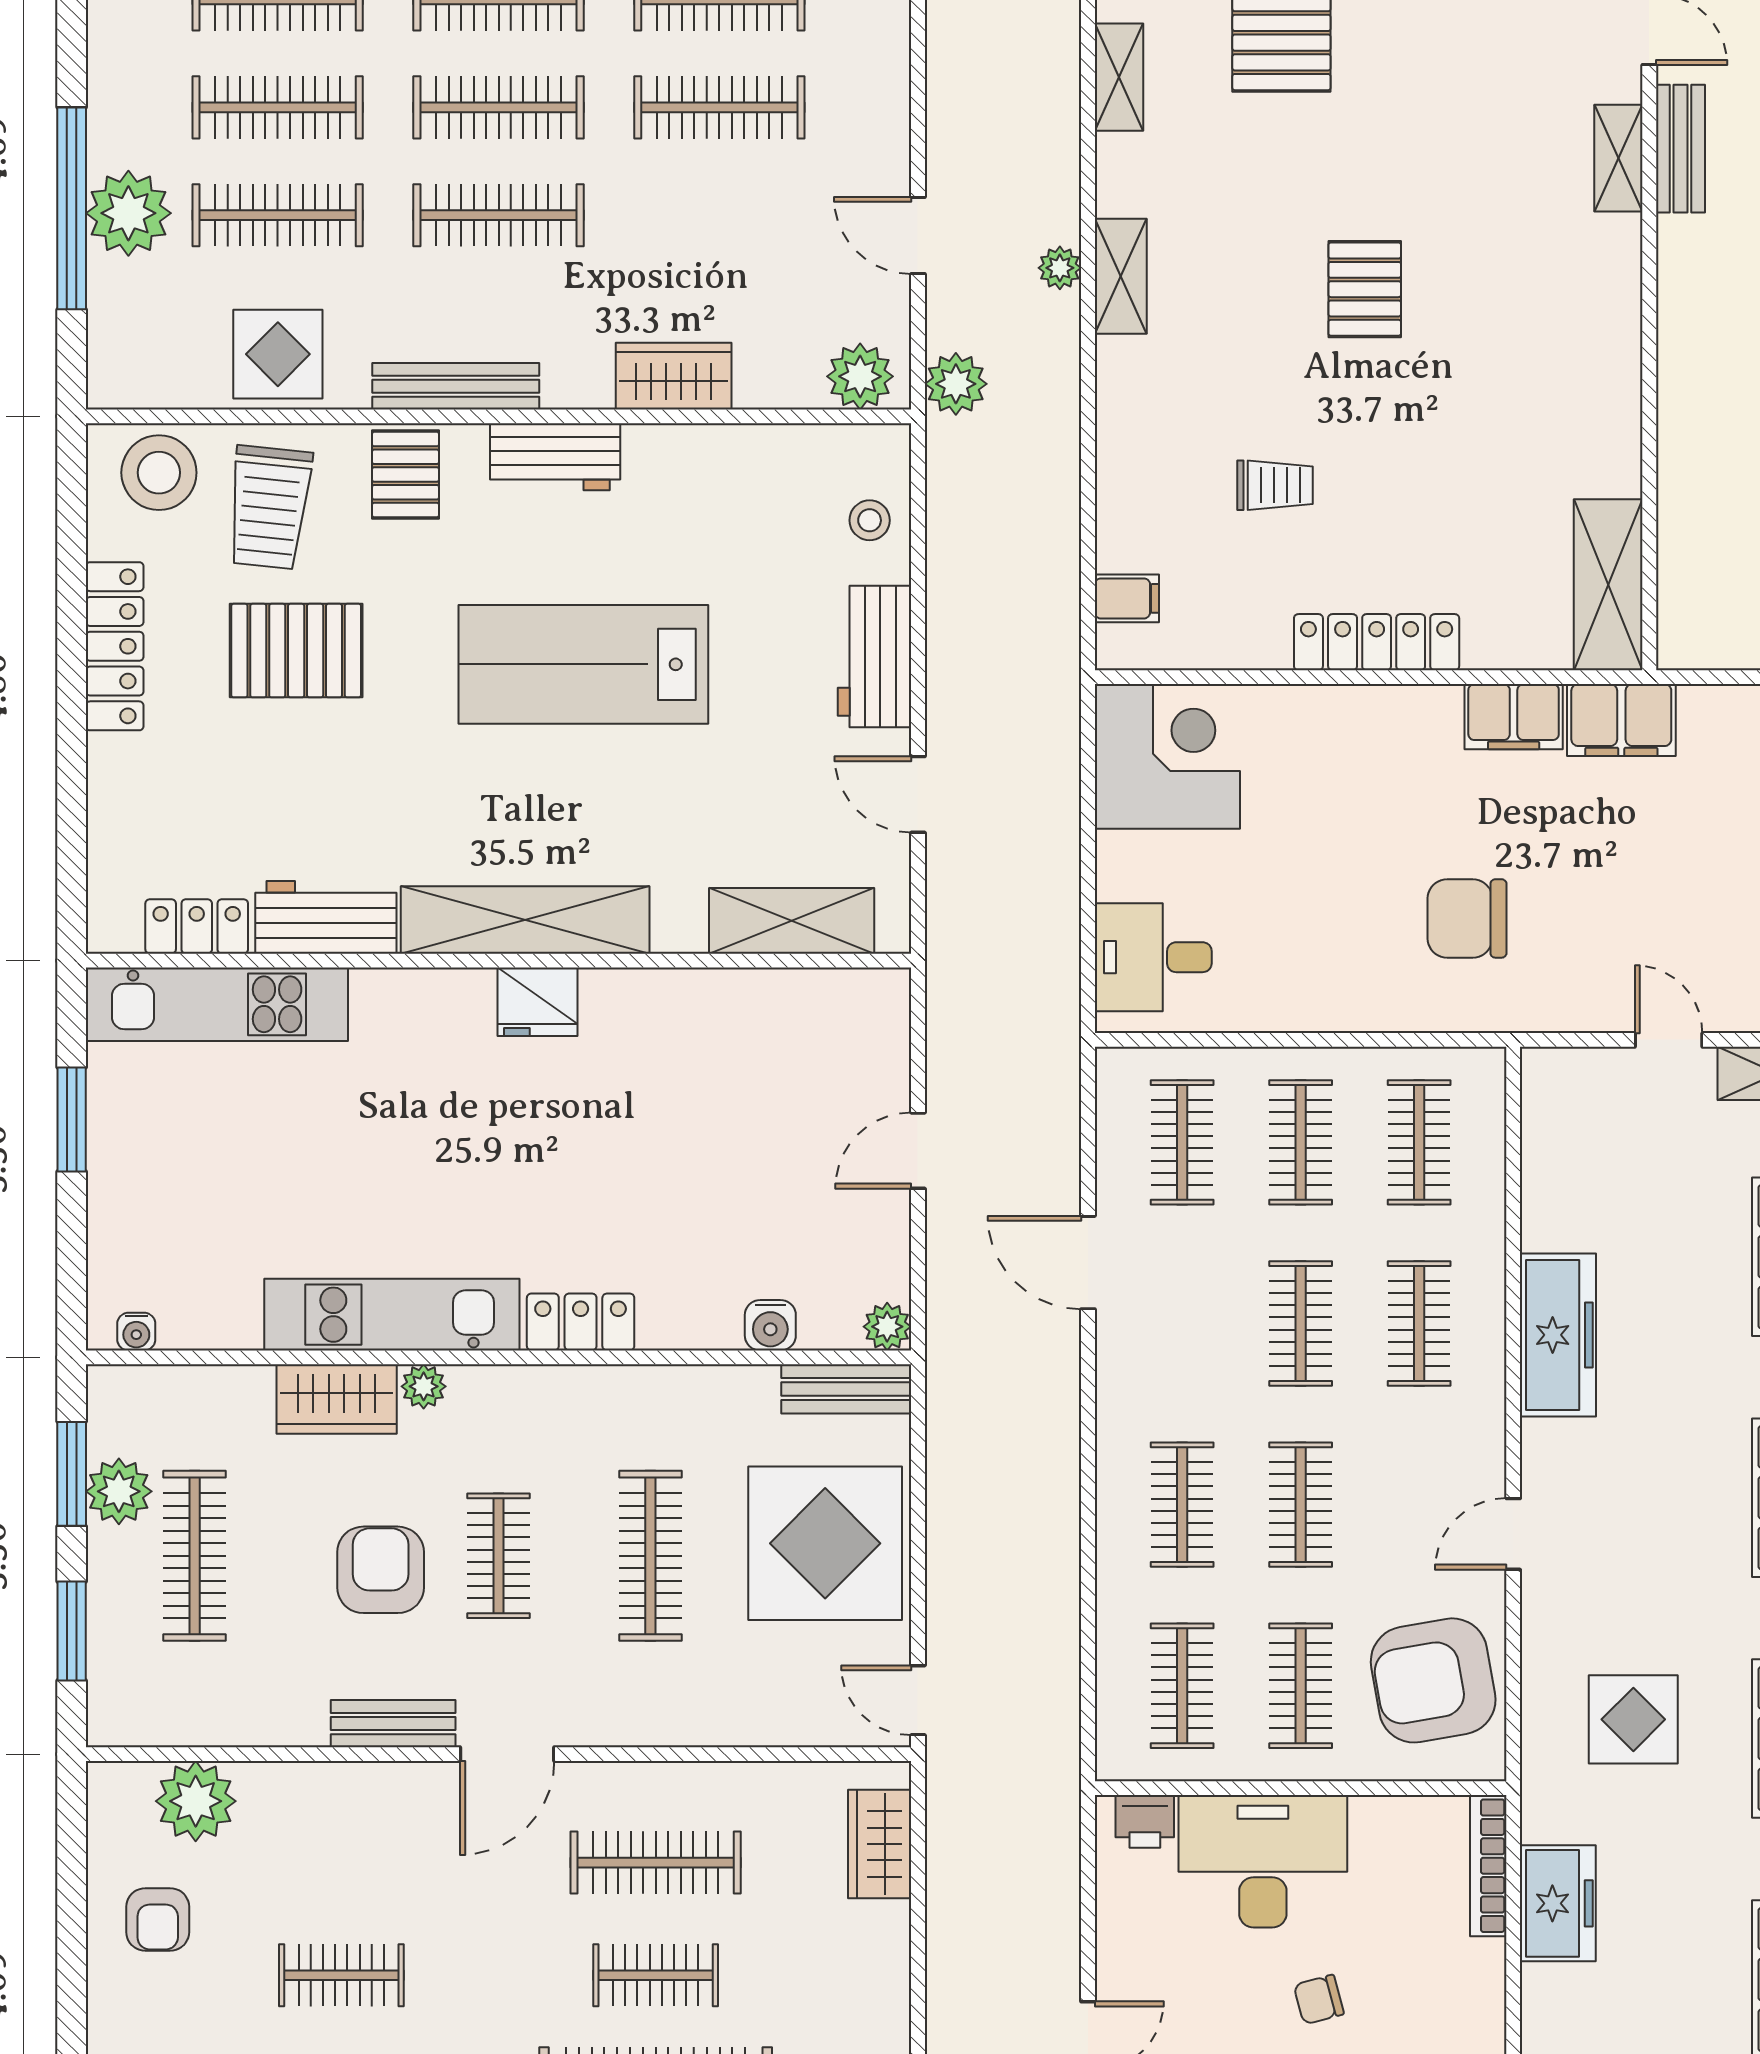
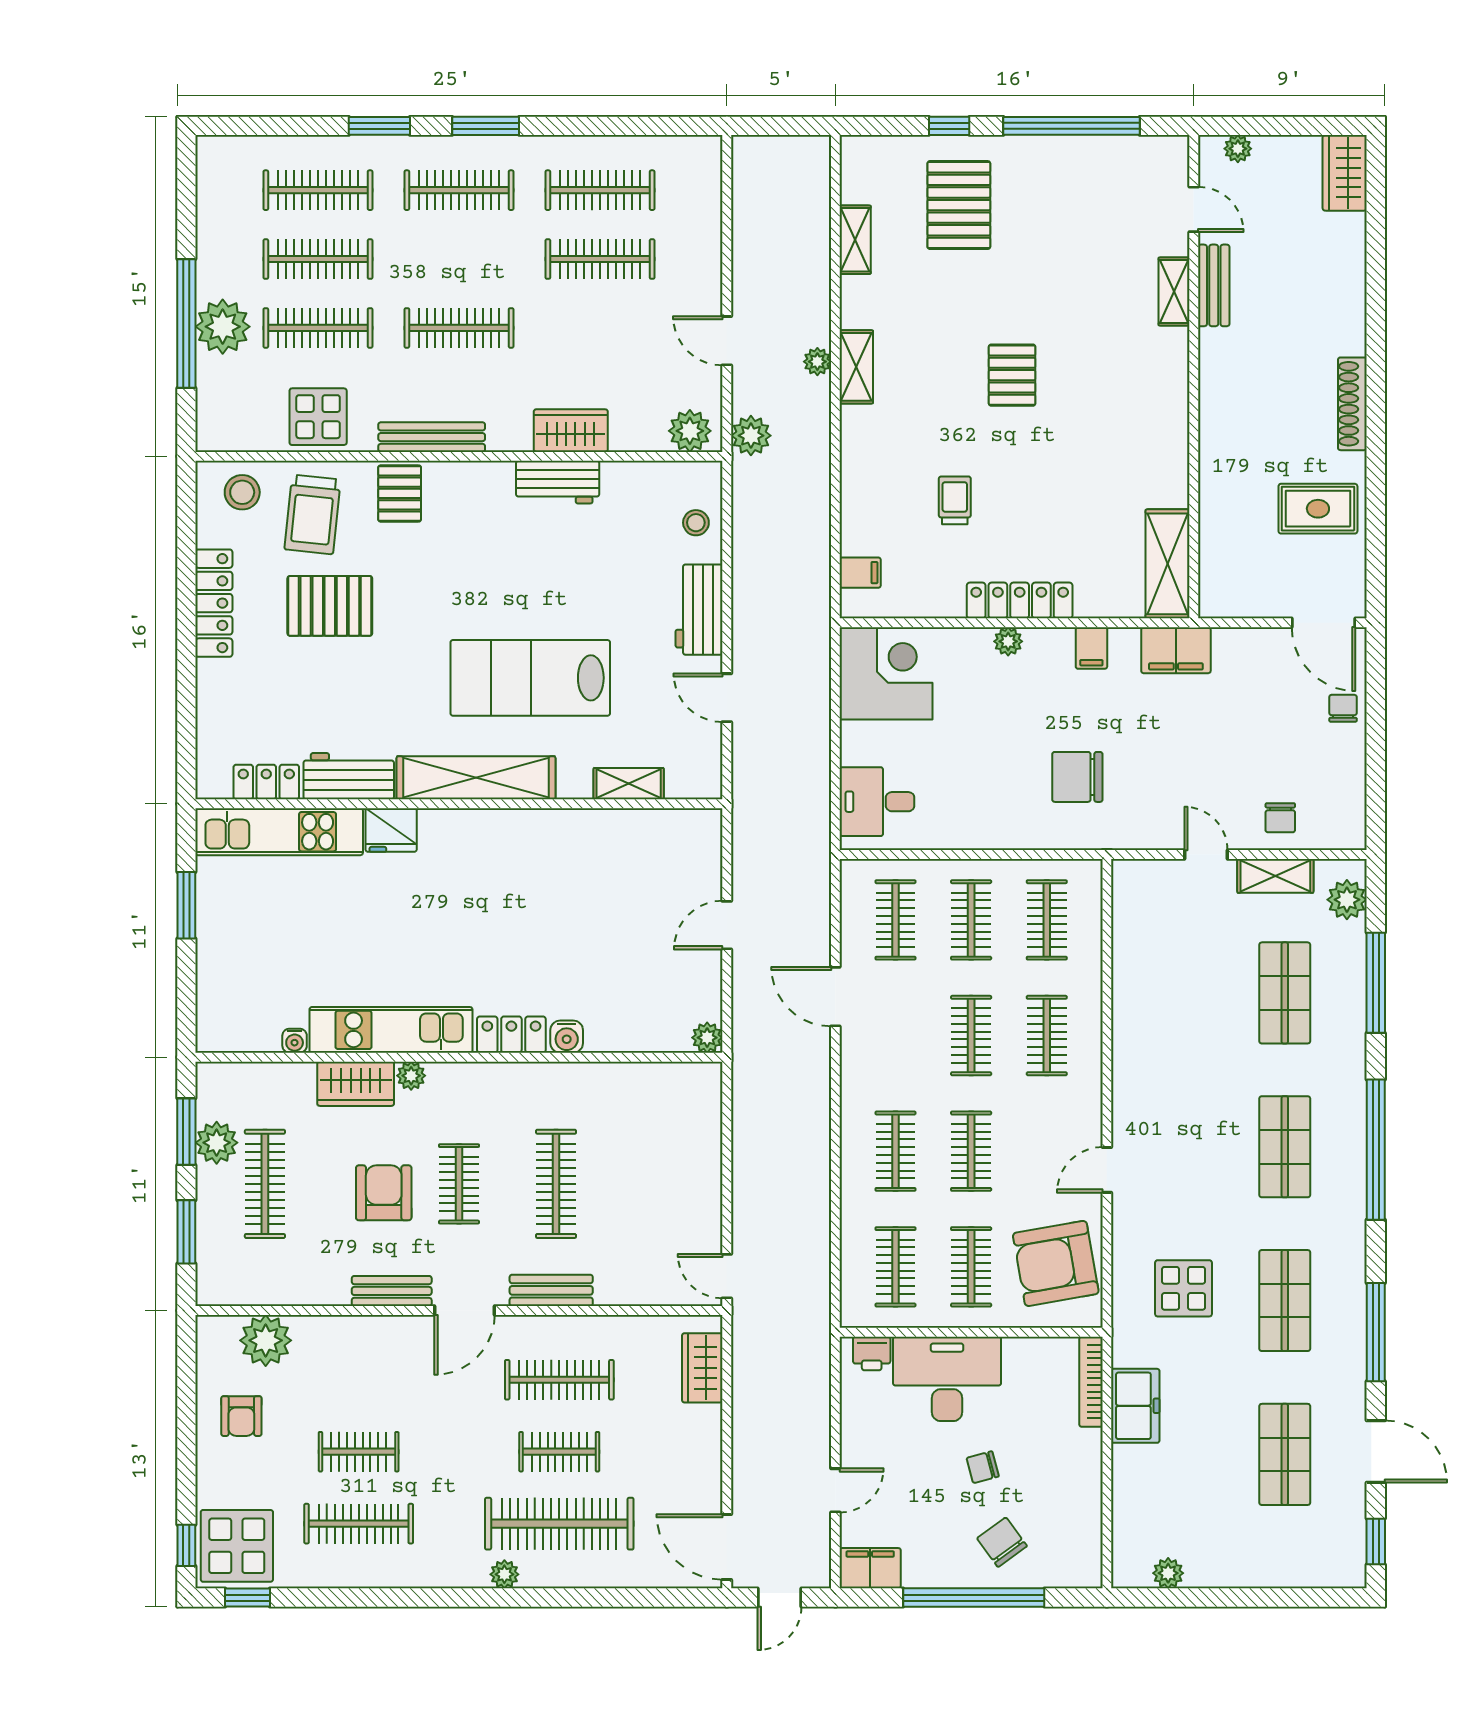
clothes rail: (499, 107) -> (459, 259), removed
workbench: (555, 457) -> (558, 482), moved
stool: (159, 473) -> (242, 492), width x0.73, depth x0.73
trolley: (1275, 485) -> (955, 500), turned -90
lab bench: (583, 664) -> (530, 678), moved
plant: (1359, 706) -> (1008, 641), added
filing cabinet: (1514, 717) -> (1091, 648), width x0.50
shelving: (792, 921) -> (629, 784), width x0.67, depth x0.75
fridge: (538, 1002) -> (391, 830), moved
water cooler: (770, 1325) -> (567, 1037), moved
water cooler: (136, 1332) -> (295, 1041), moved
freezer: (1558, 1335) -> (1135, 1043), removed
bench: (846, 1389) -> (551, 1290), moved
display table: (825, 1543) -> (668, 1176), removed

